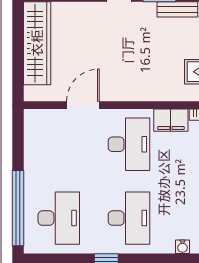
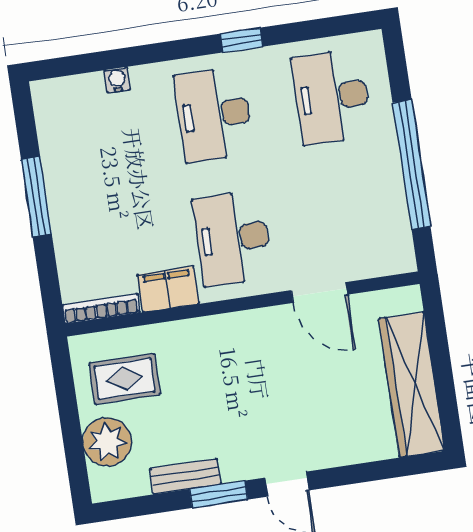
door: (83, 105) -> (319, 292), hinge flipped
window: (18, 208) -> (412, 165), moved

